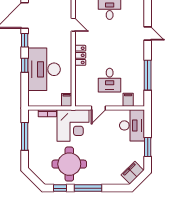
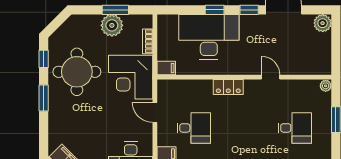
door: (73, 25) -> (271, 77), swing flipped
desk: (110, 80) -> (194, 128), turned 180
window: (25, 136) -> (115, 10), width x0.69
plant: (36, 139) -> (112, 25), added
window: (88, 188) -> (44, 98), width x0.69

